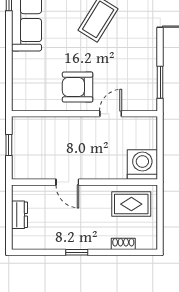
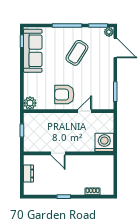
plant: (22, 101) -> (30, 103), added
rug: (131, 204) -> (97, 167), removed

